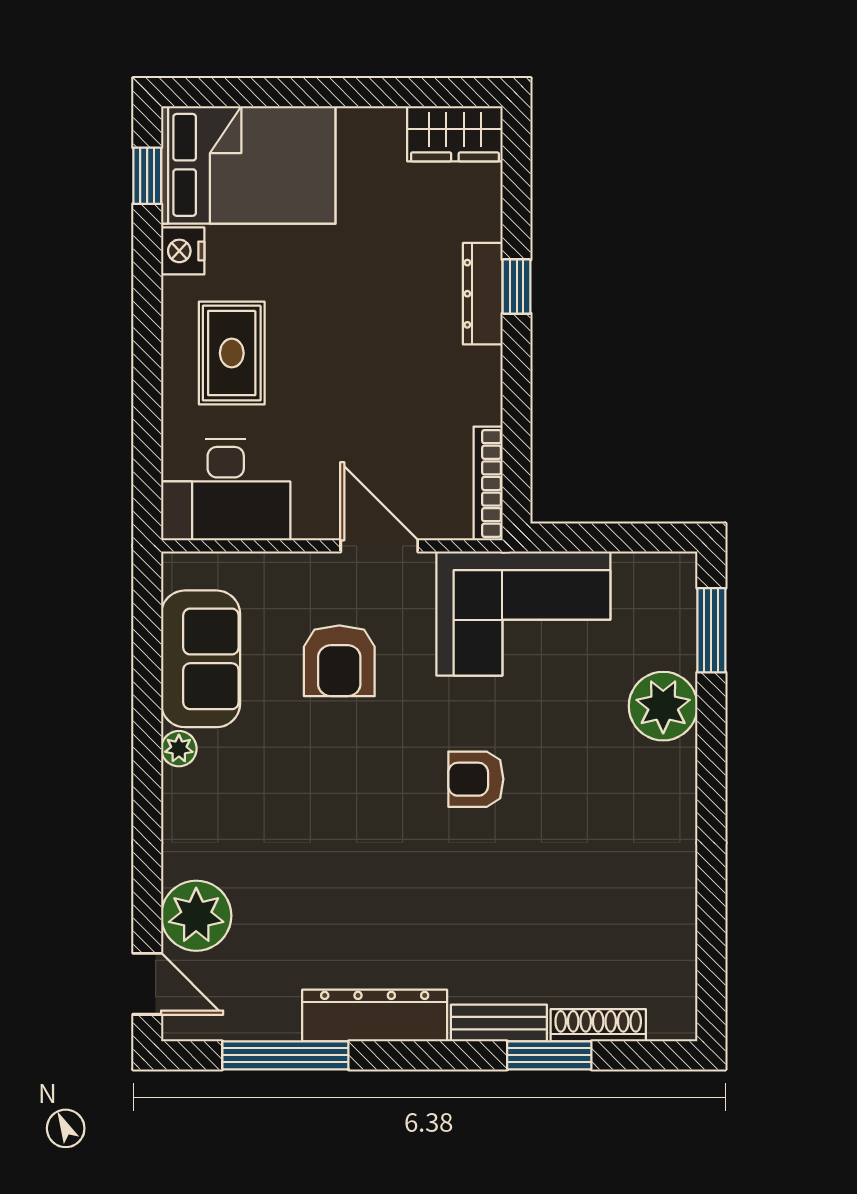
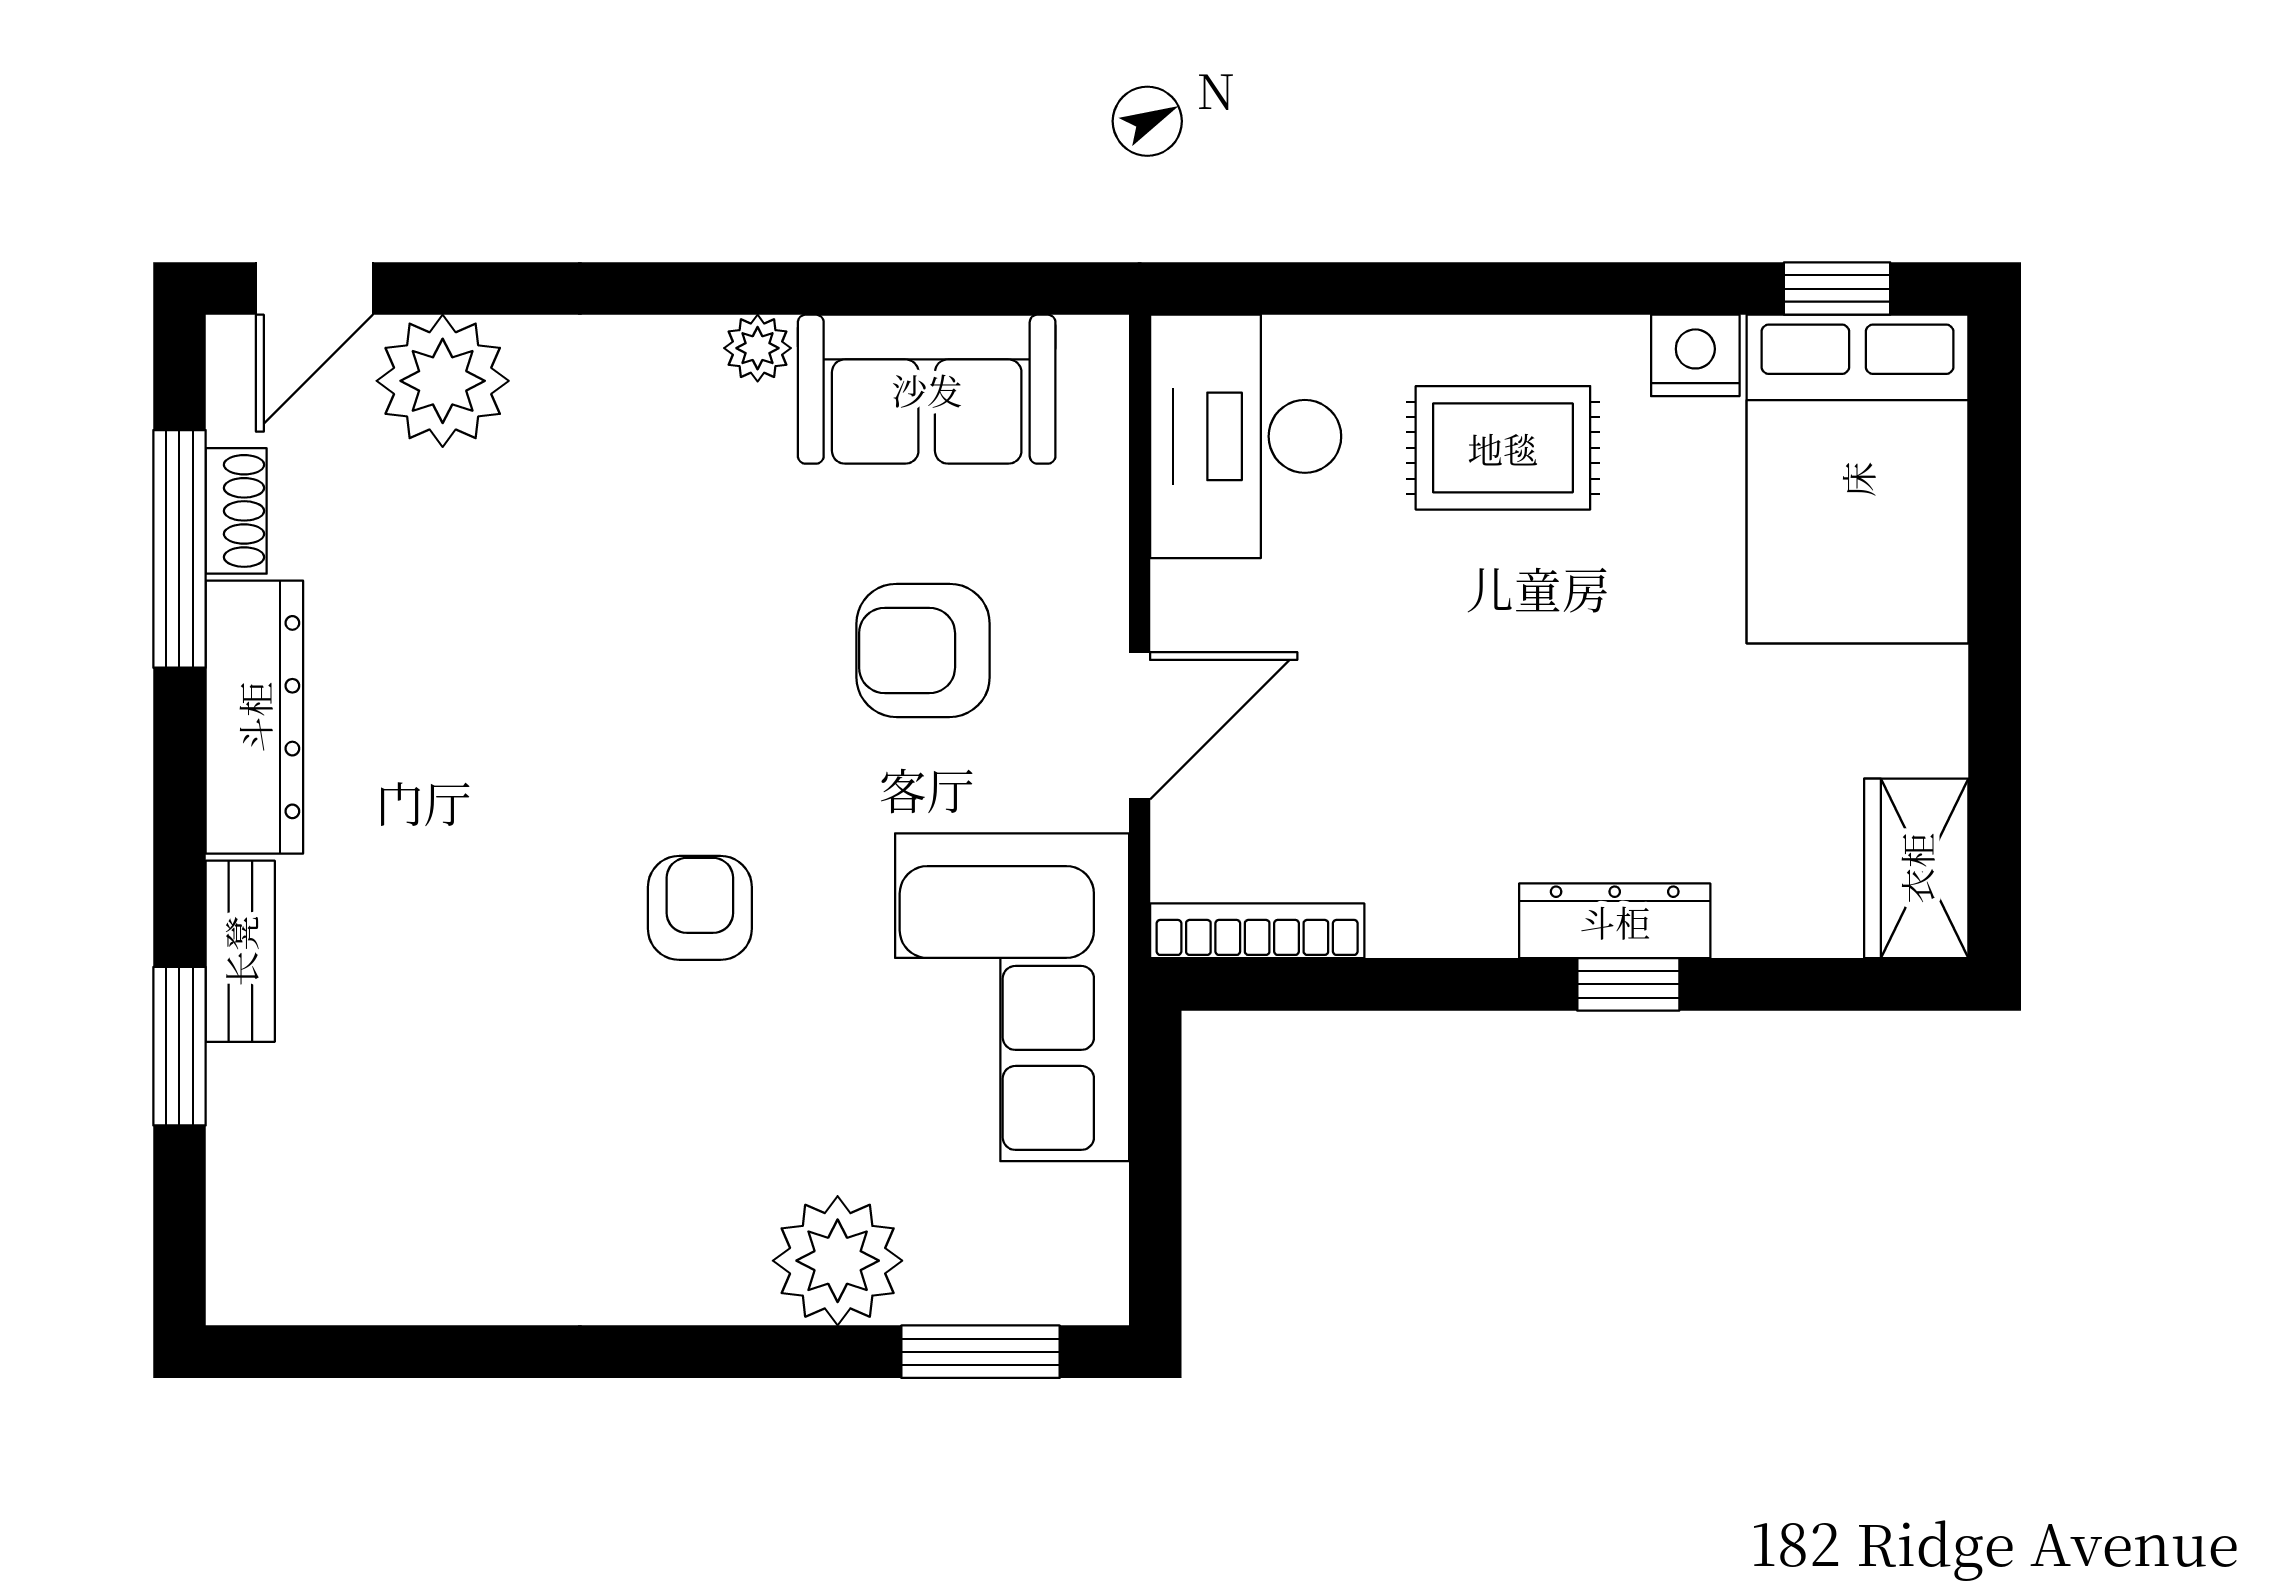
shoe rack: (598, 1025) -> (236, 511), moved, width x0.70

